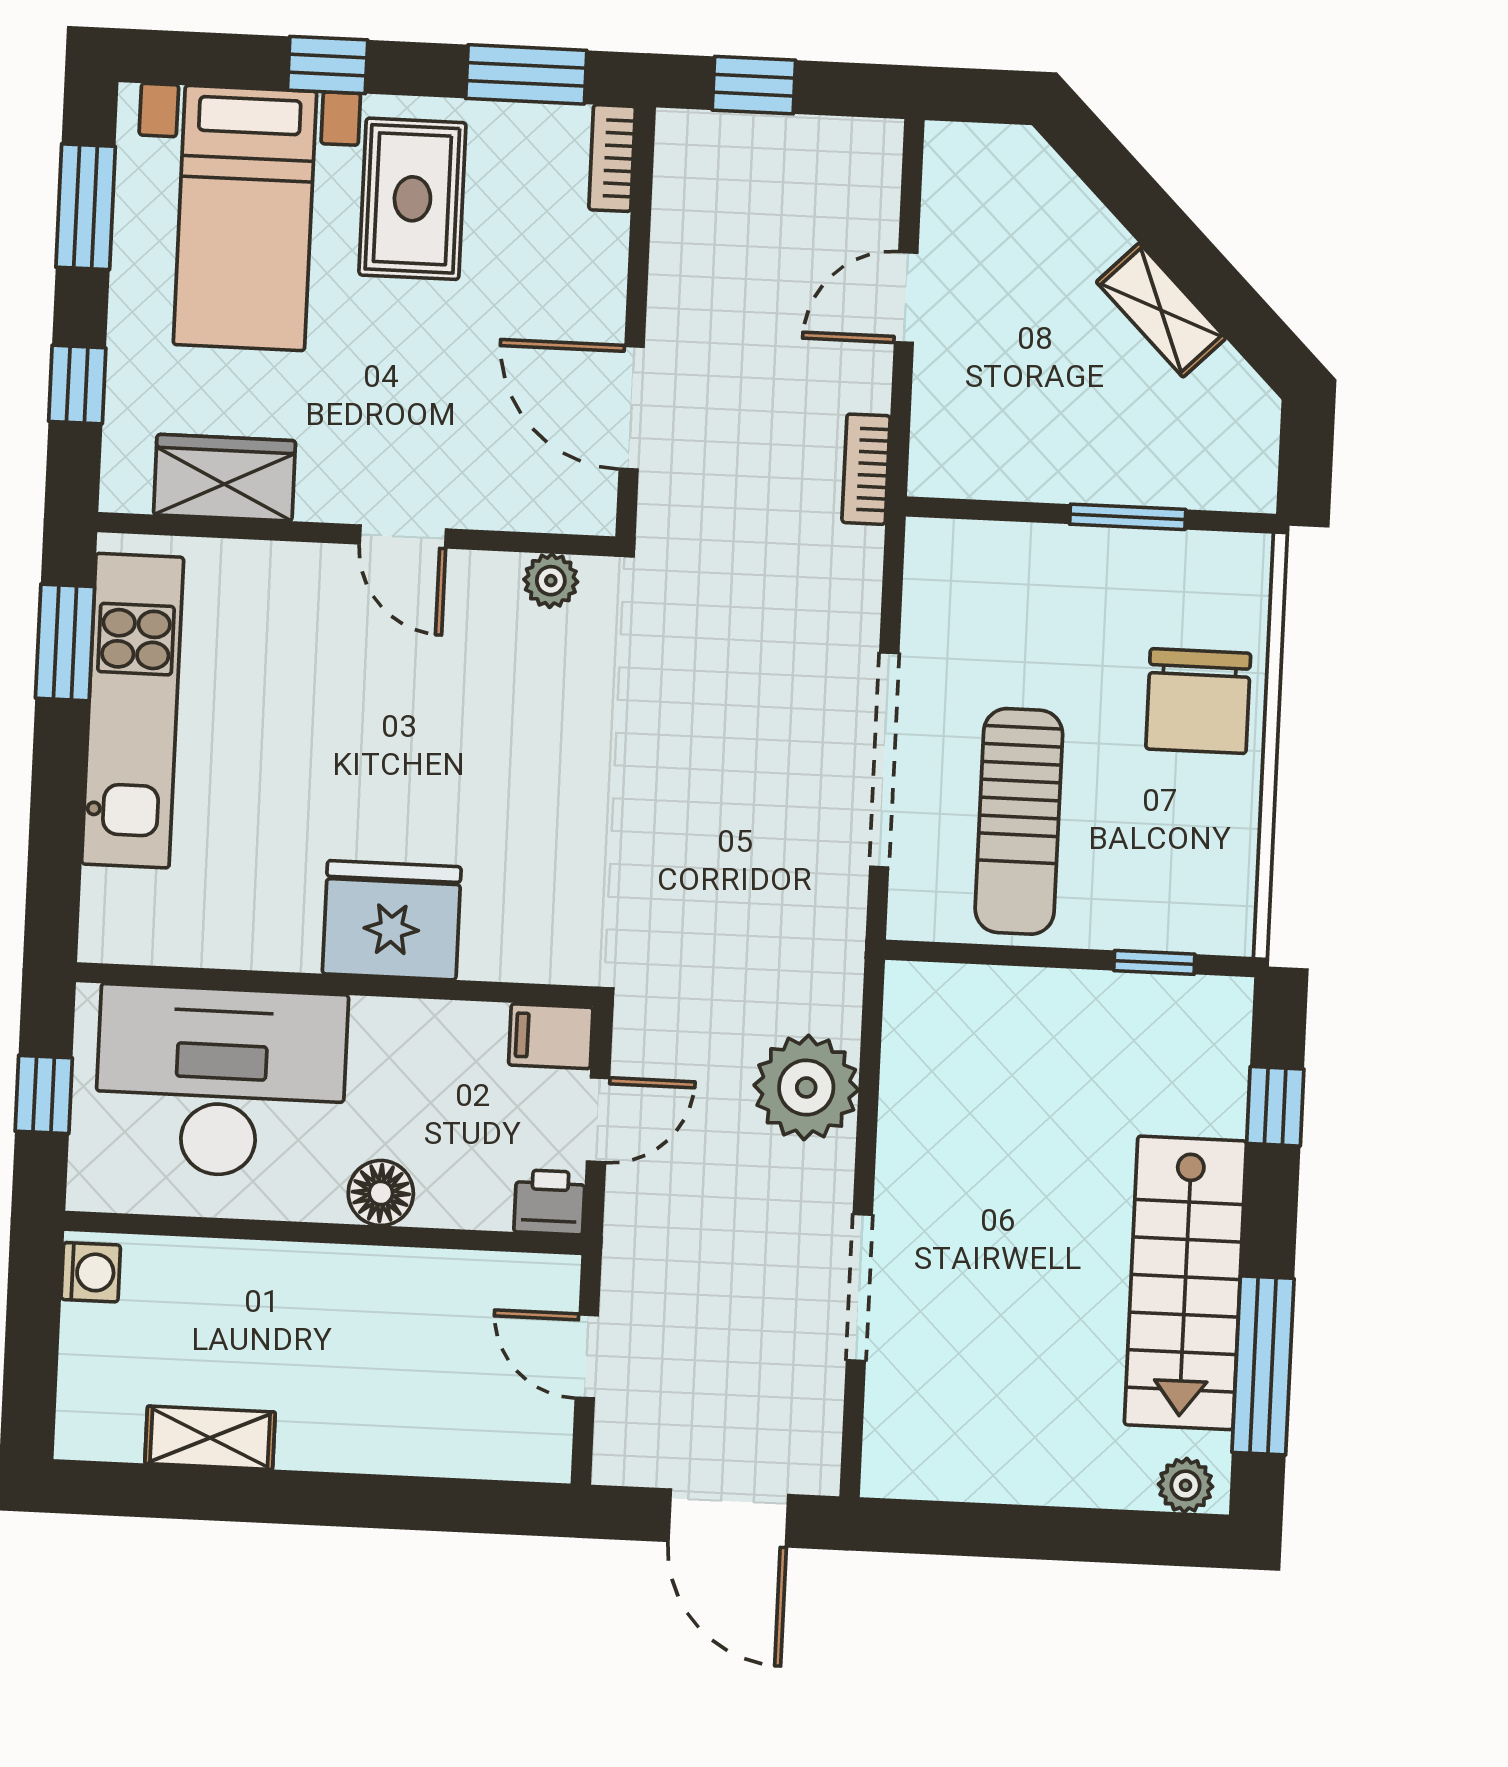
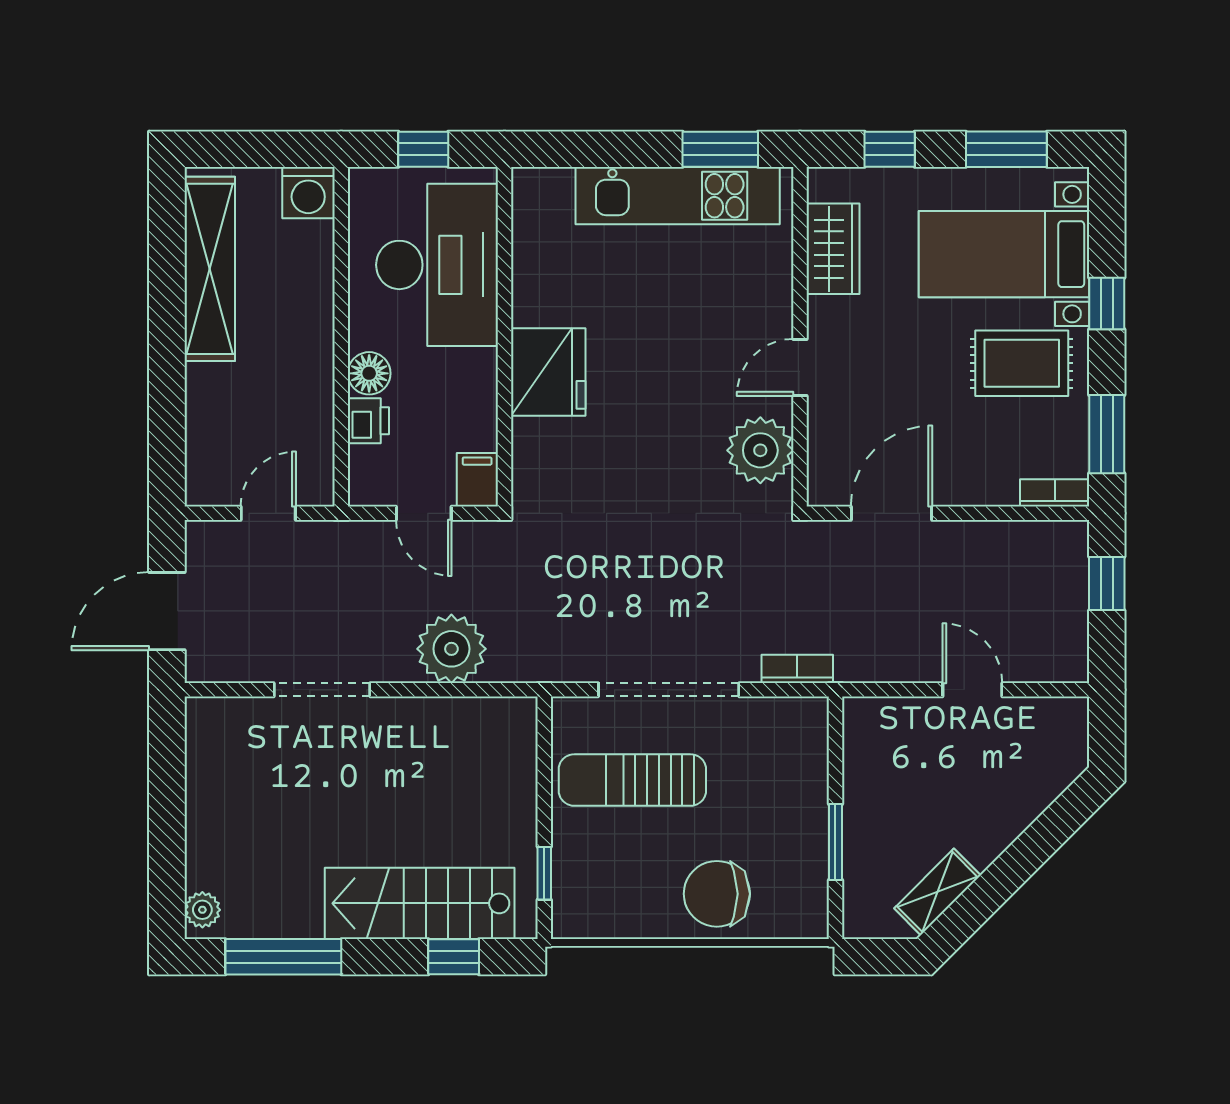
shelving: (1161, 310) -> (937, 892), moved
bookcase: (866, 469) -> (797, 669), moved
plant: (551, 581) -> (760, 450), width x1.88, depth x1.88
printer: (550, 1202) -> (368, 421), moved
washing machine: (91, 1272) -> (308, 193), width x1.38, depth x1.38
stairs: (1185, 1283) -> (420, 903), moved
shelving: (210, 1438) -> (210, 269), width x2.20, depth x1.33

